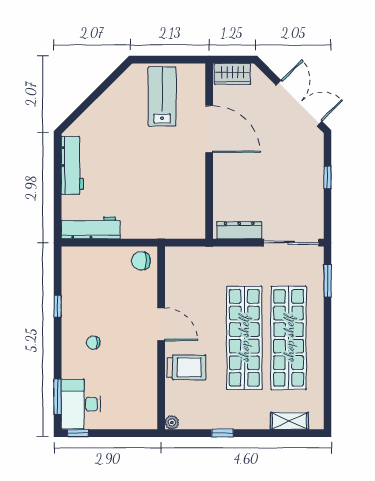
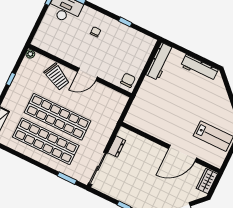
dresser: (239, 230) -> (117, 147), width x0.70
trolley: (186, 367) -> (57, 77), turned -63

